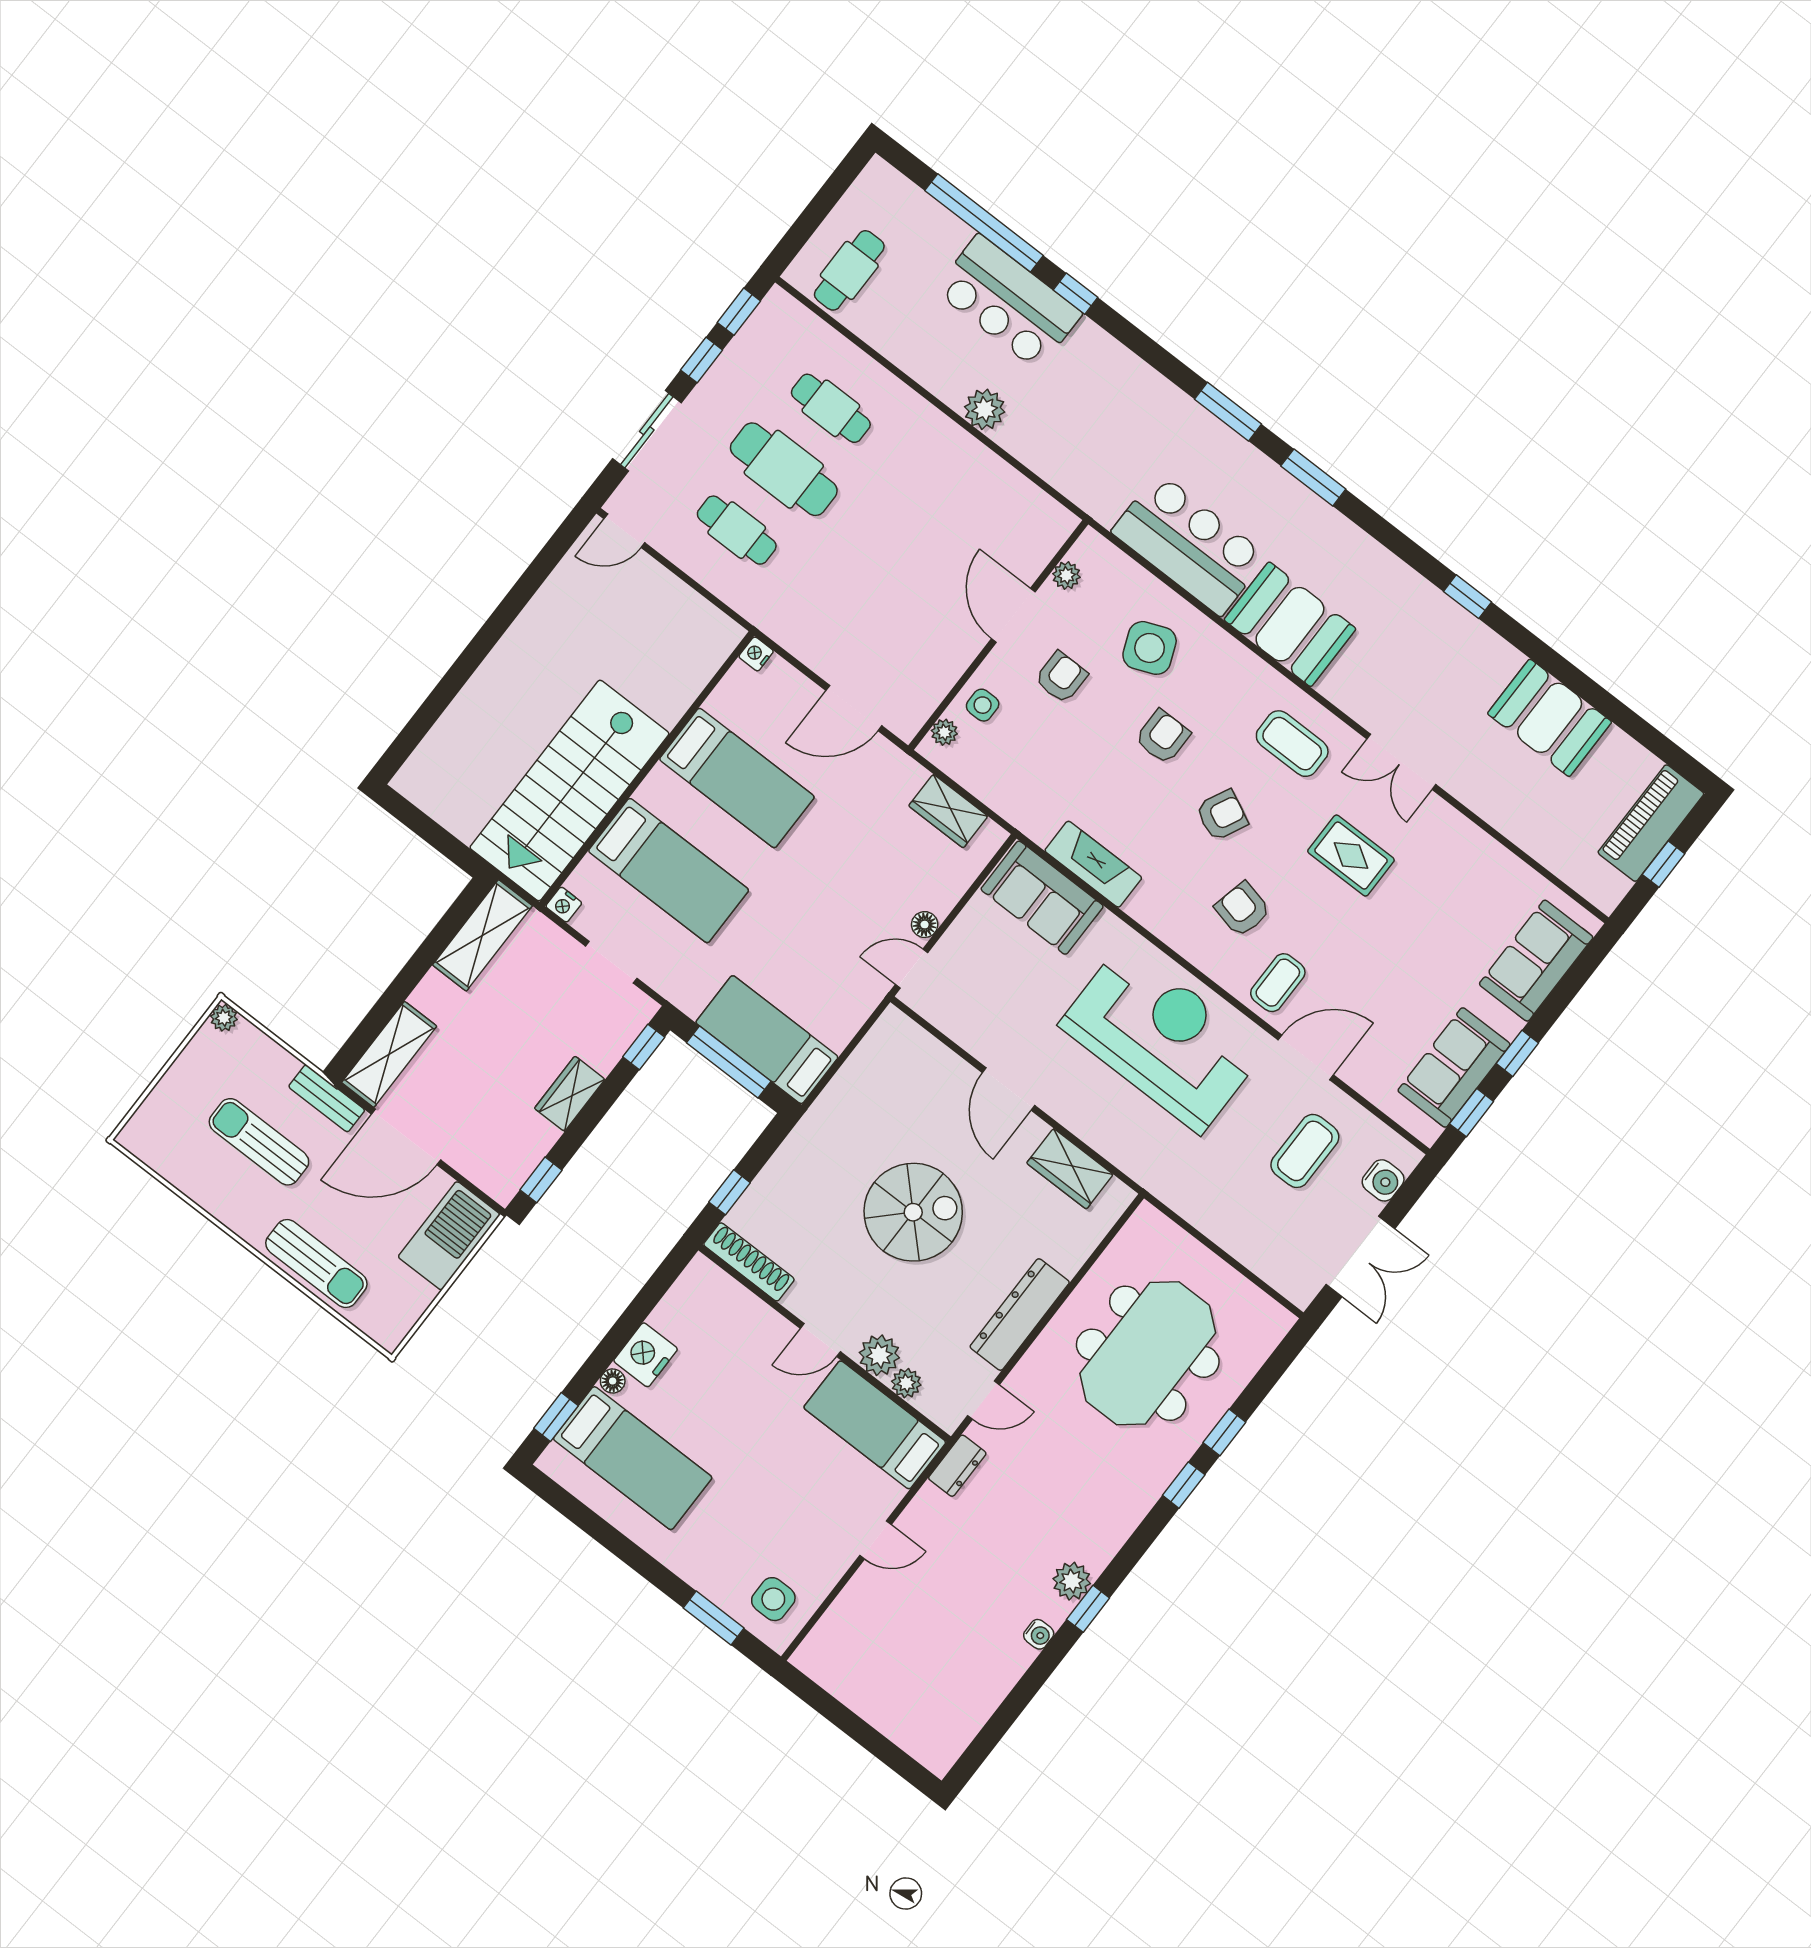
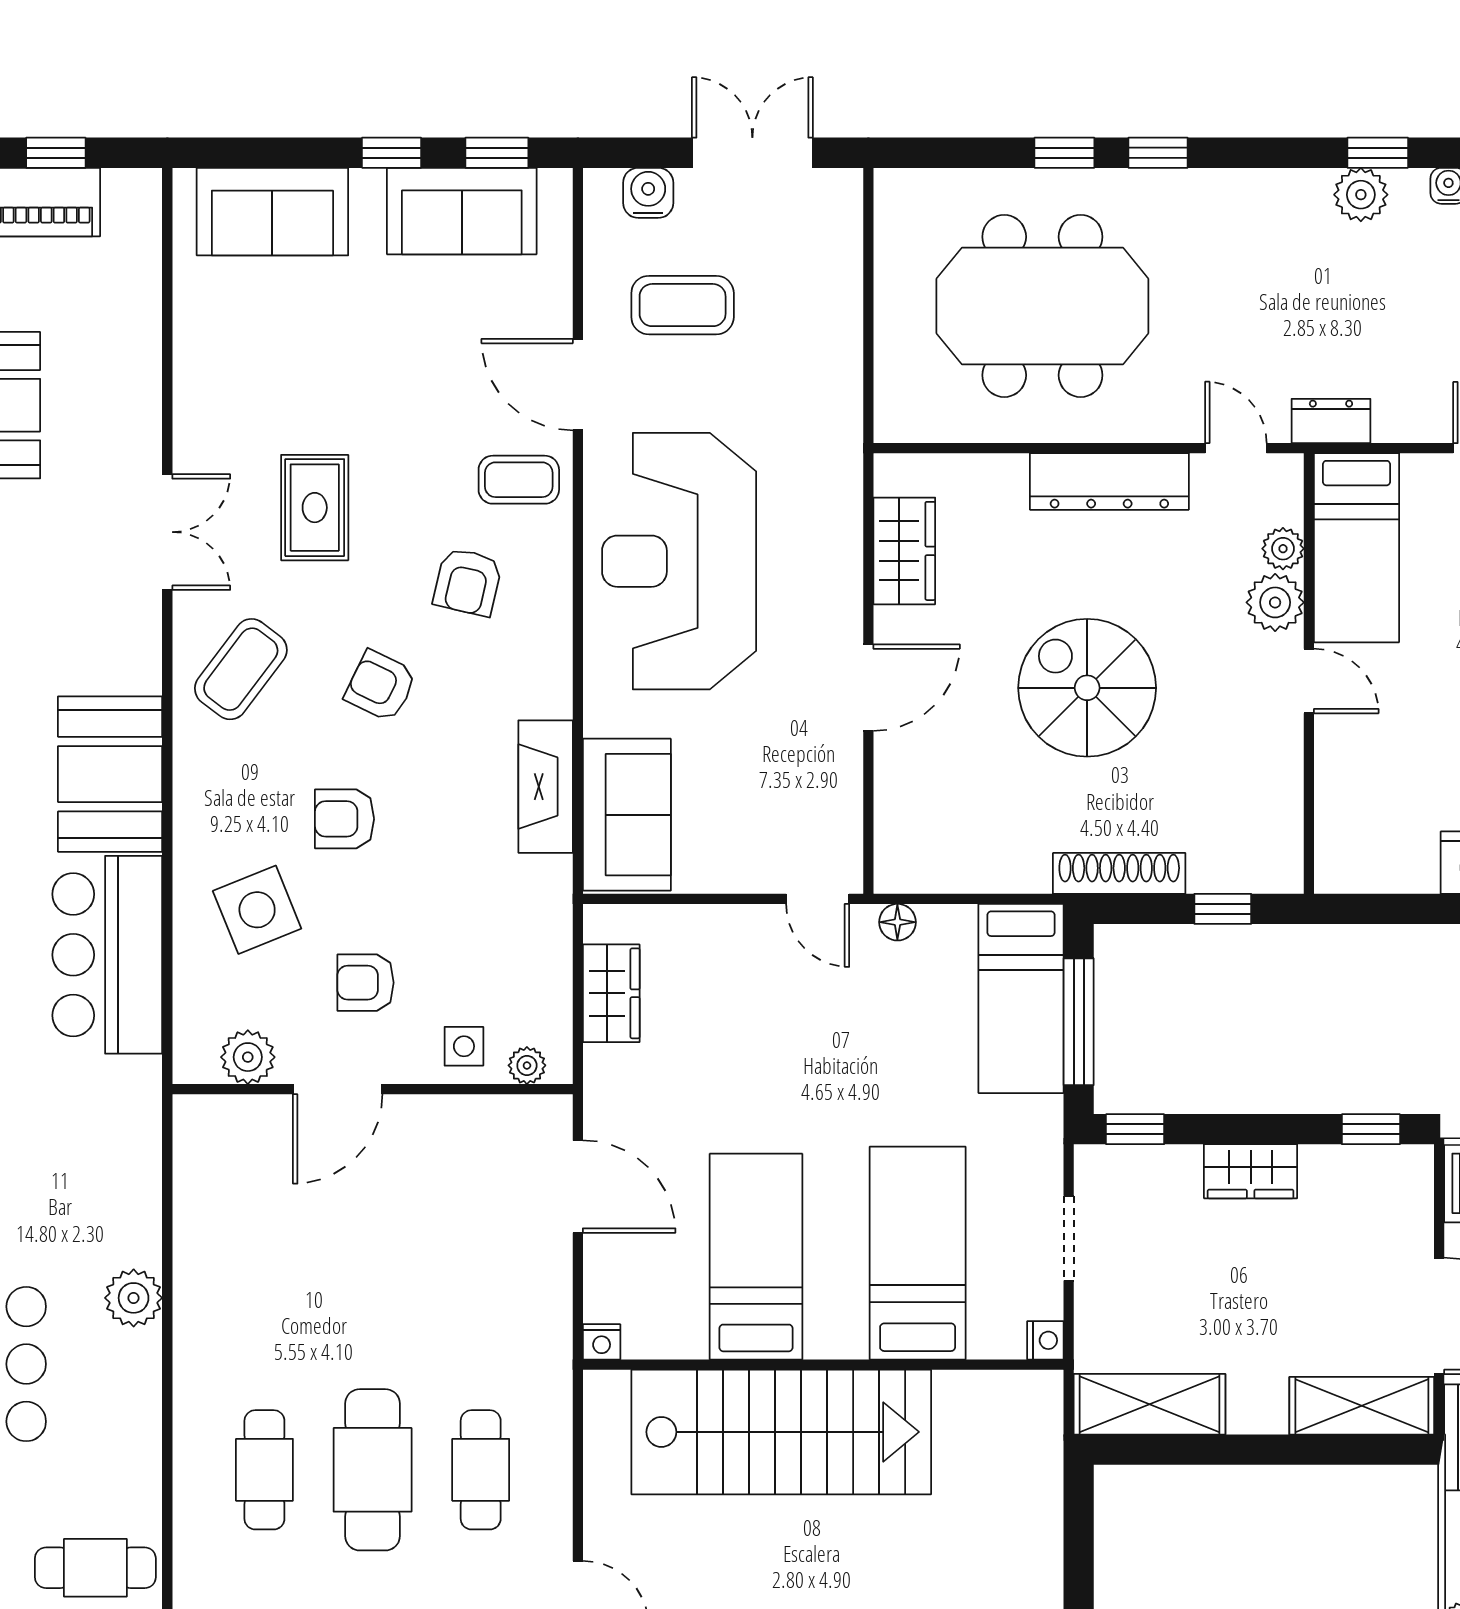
plant: (1066, 575) -> (248, 1057), width x1.38, depth x1.38
coffee table: (1292, 744) -> (241, 669), turned 37
stairs: (569, 791) -> (781, 1432), moved
floor lamp: (925, 925) -> (897, 922), moved
shoe rack: (749, 1262) -> (1119, 873), moved, turned 90

